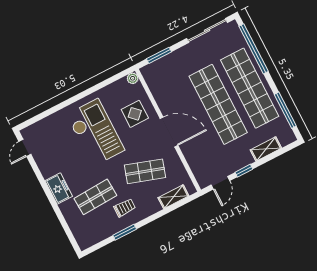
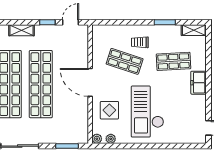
plant: (119, 86) -> (111, 139), added
shelving: (173, 197) -> (194, 30), moved
trolley: (125, 208) -> (140, 42), moved

